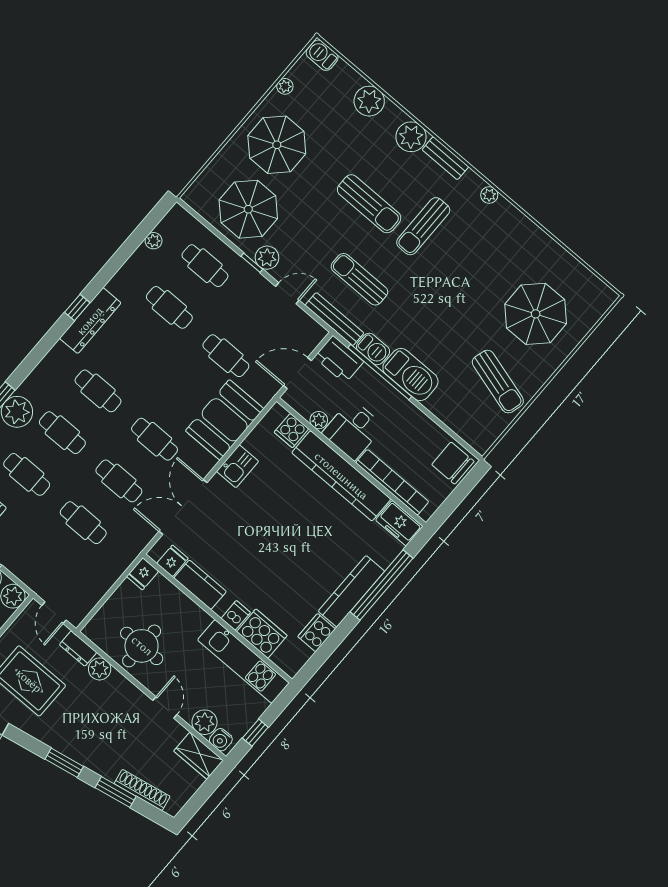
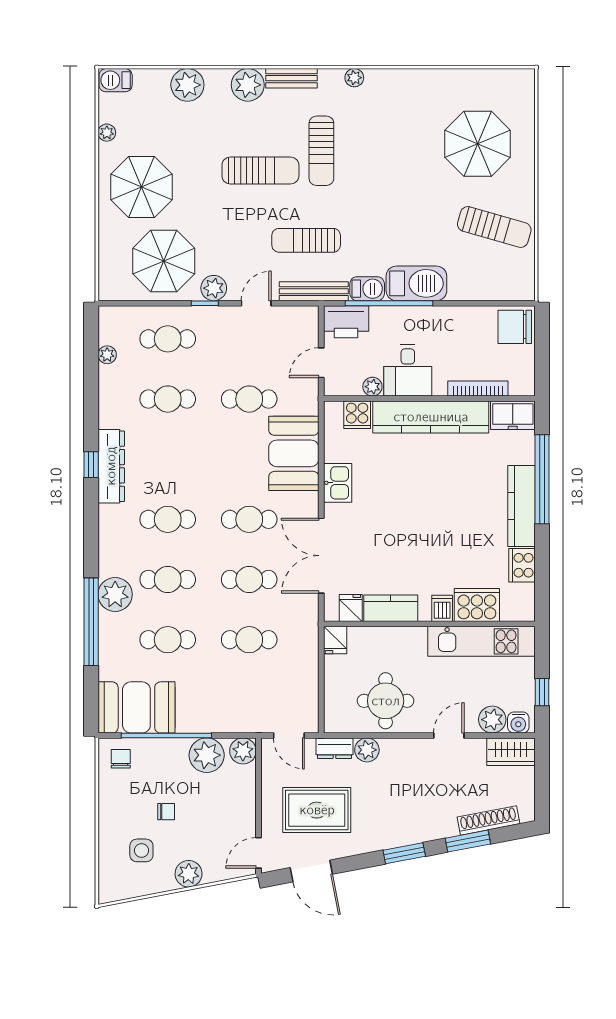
door: (297, 373) -> (321, 363), width x0.73
bookcase: (392, 482) -> (478, 388), width x0.68, depth x0.76
door: (165, 707) -> (449, 735), hinge flipped

